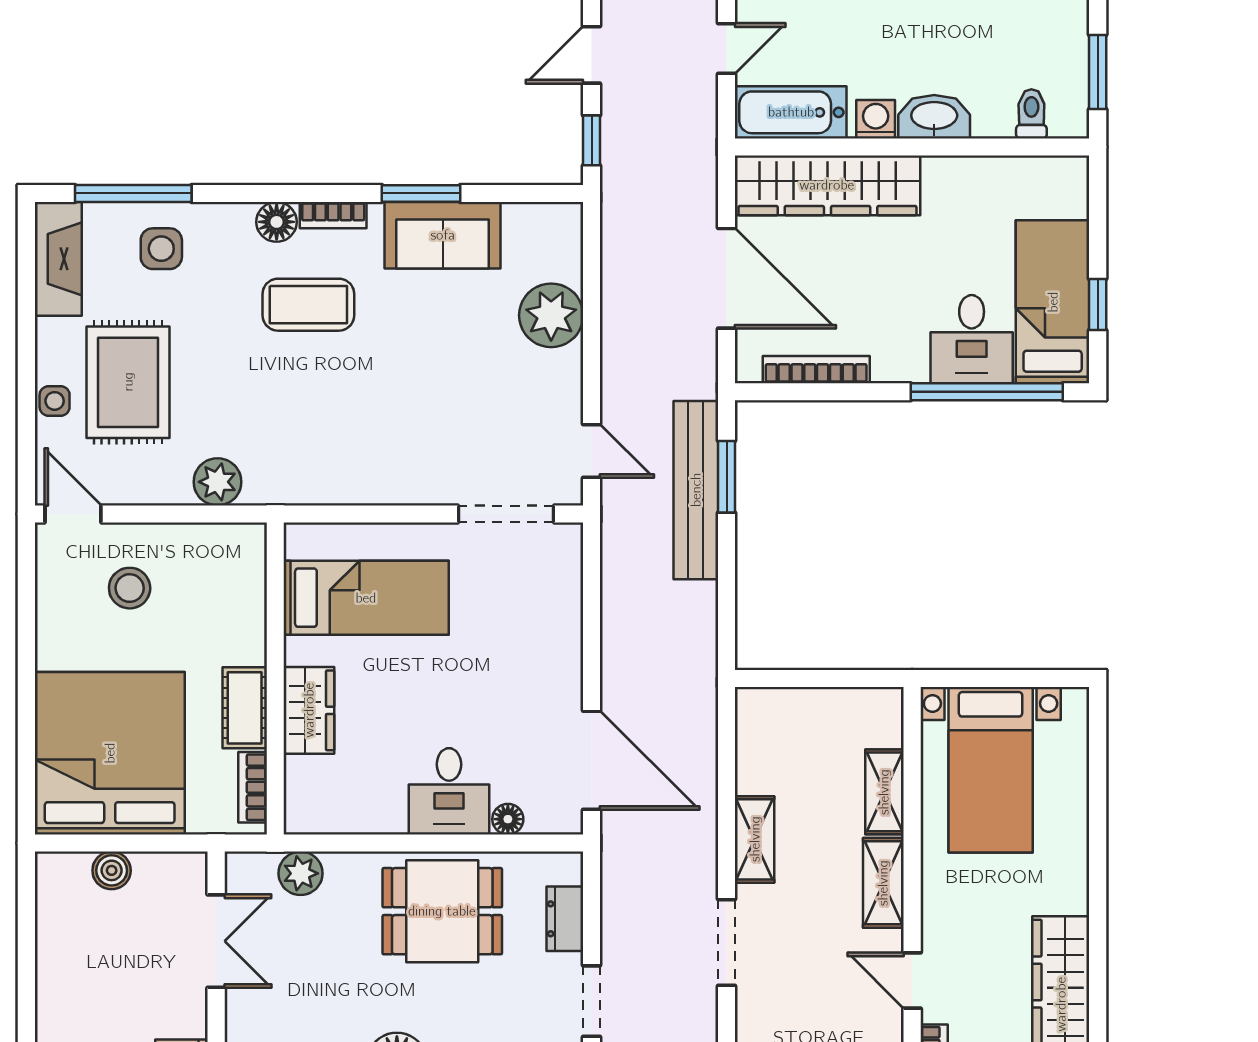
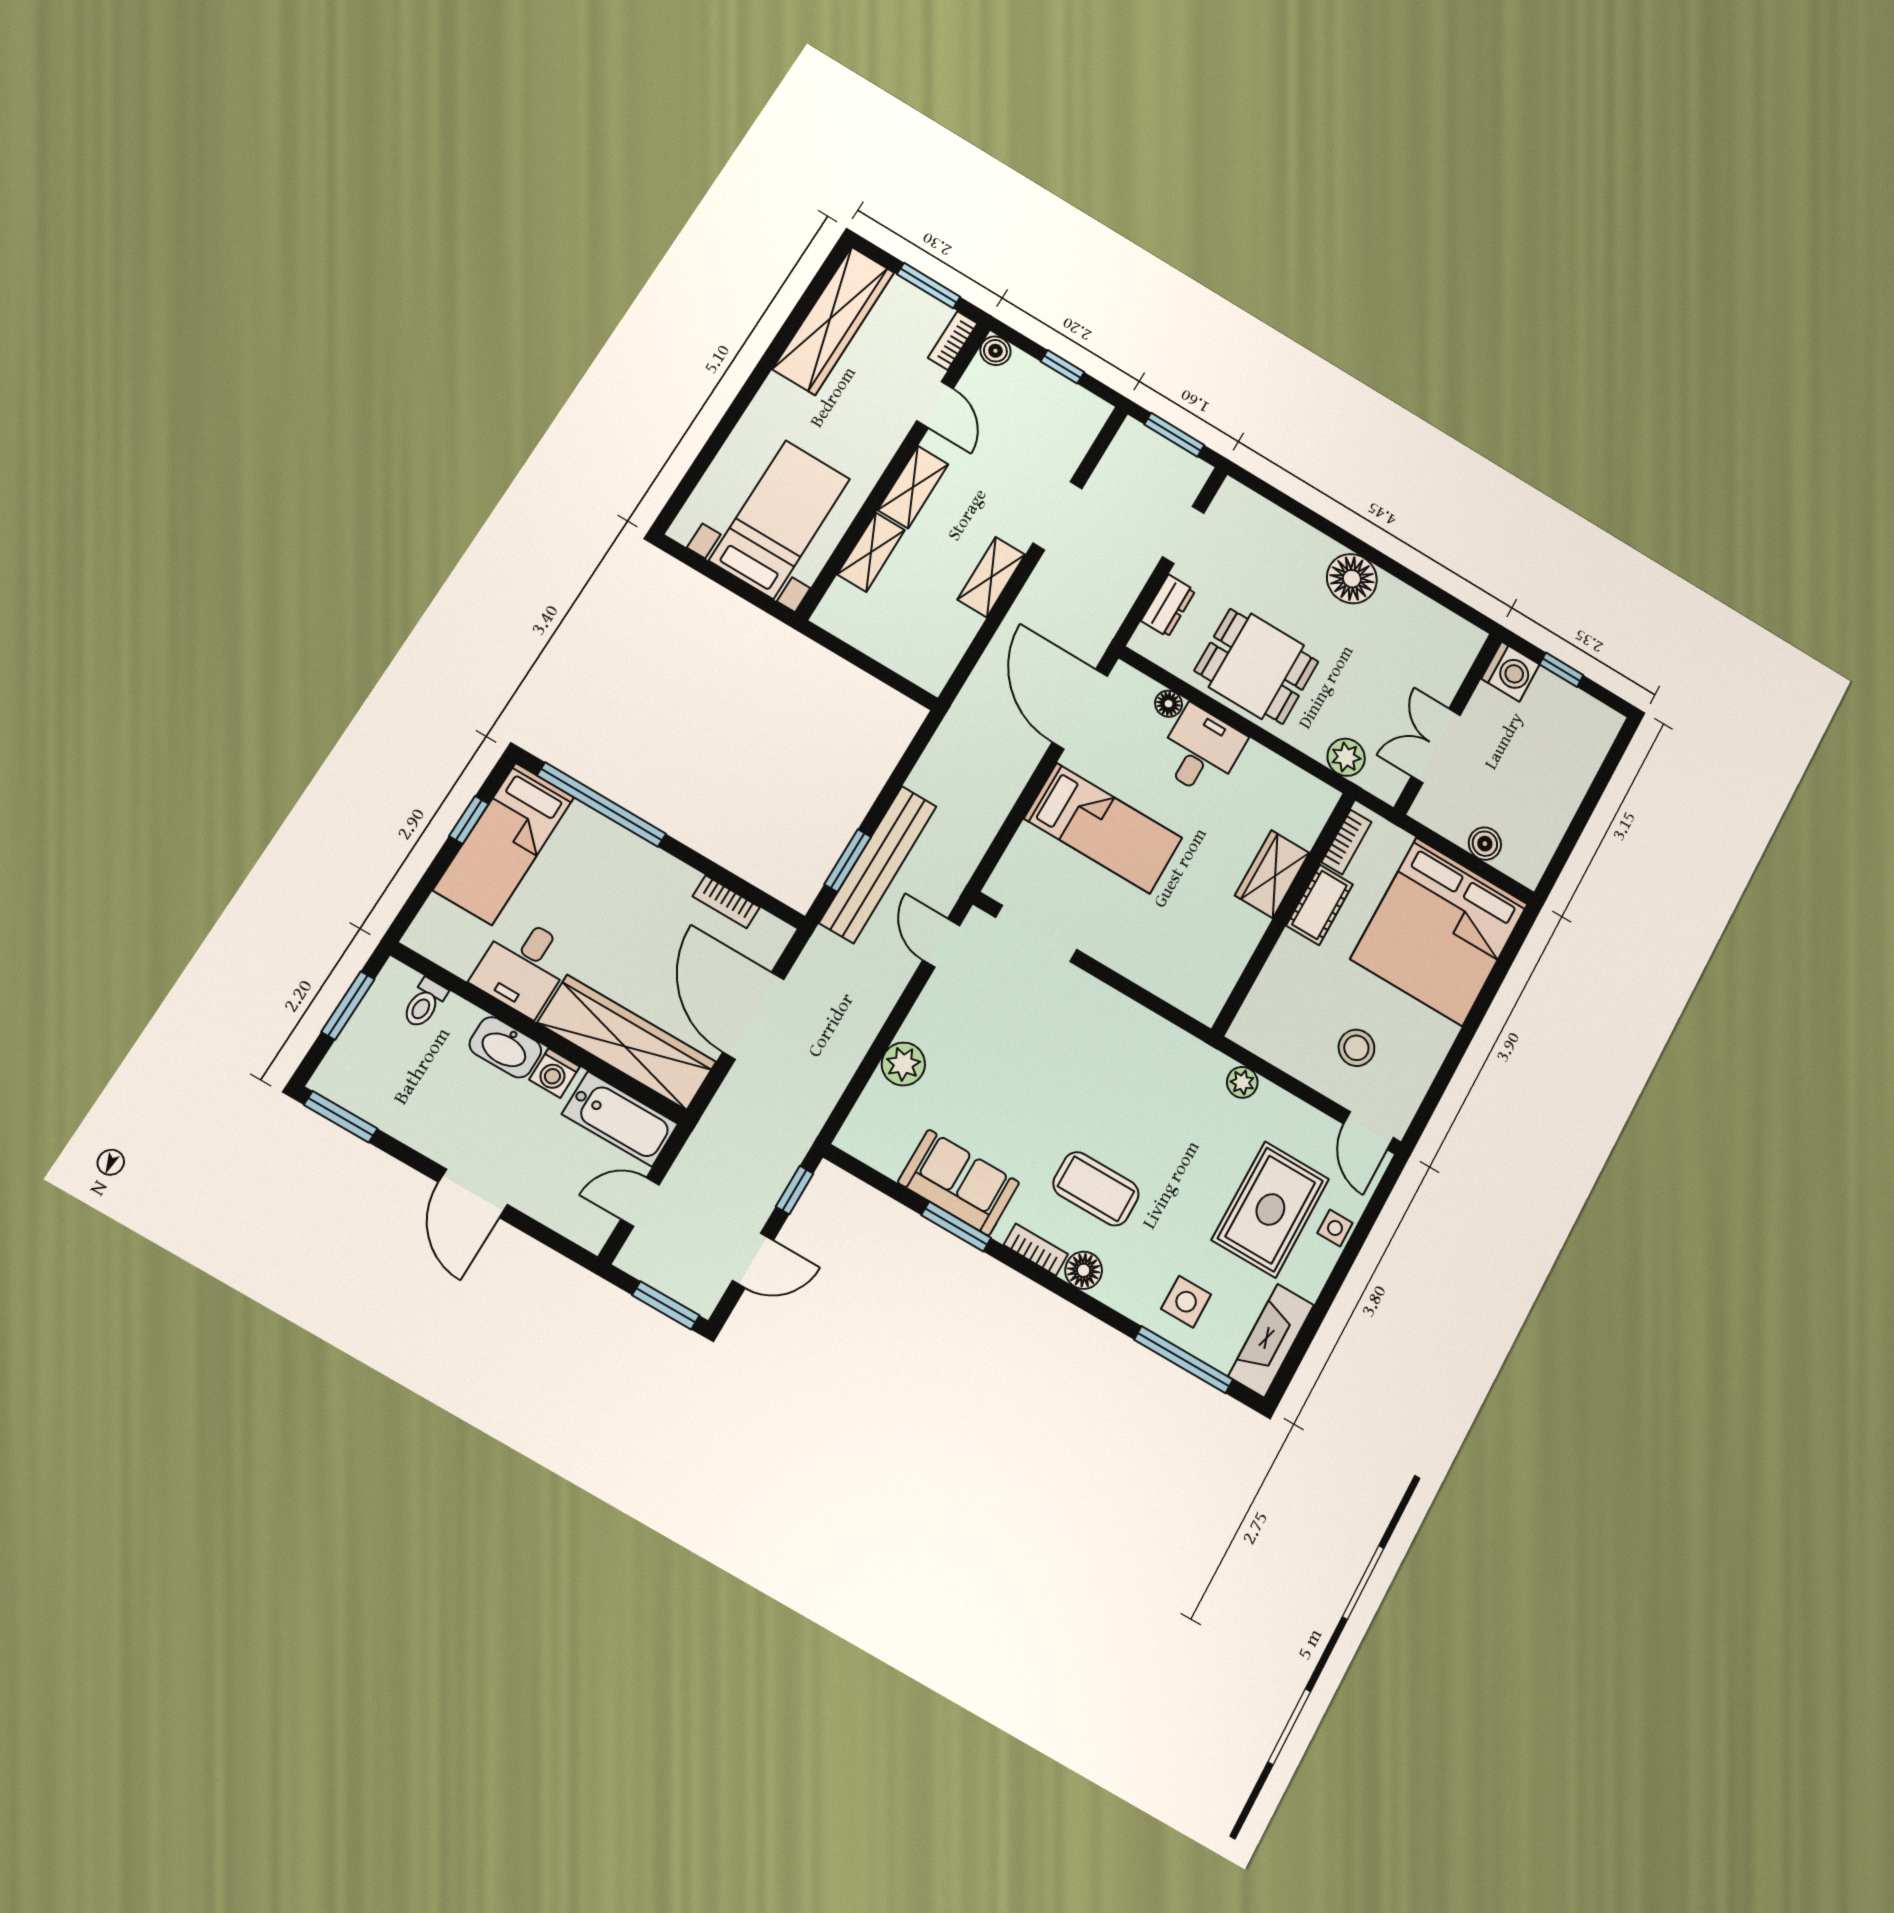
plant: (551, 315) -> (903, 1064), width x0.73, depth x0.73
desk: (972, 339) -> (523, 966), moved, turned 180
bookcase: (816, 370) -> (726, 902), width x0.64
plant: (217, 482) -> (1242, 1082), width x0.73, depth x0.73
bed: (366, 598) -> (1103, 828), moved, turned 180

